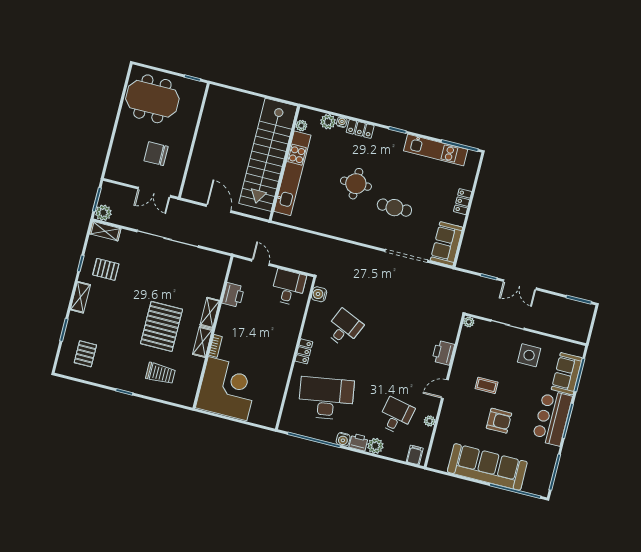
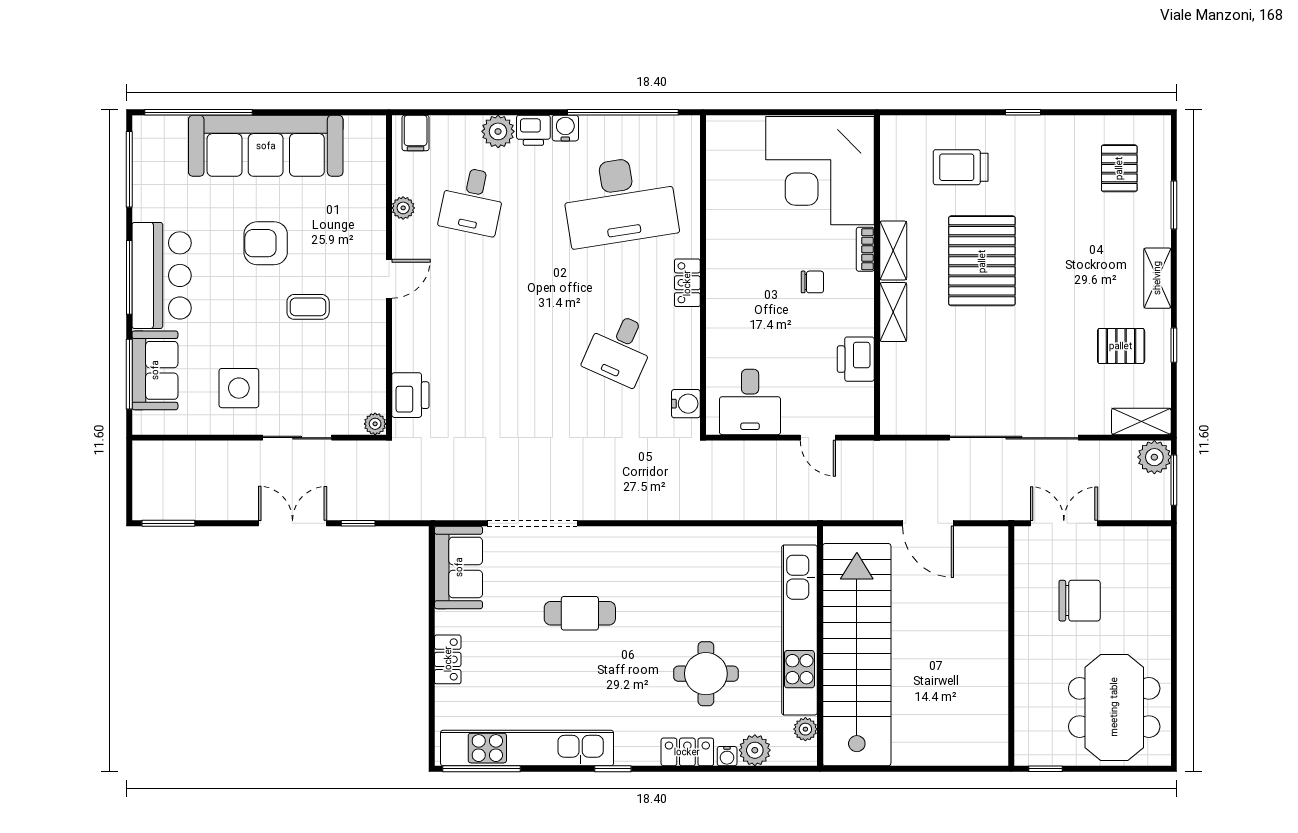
meeting table: (152, 99) -> (1114, 707), turned 90
kitchen unit: (436, 150) -> (527, 748), width x1.36
round table: (356, 184) -> (706, 674), moved
chair: (244, 337) -> (812, 282), added
printer: (443, 353) -> (410, 395), moved

